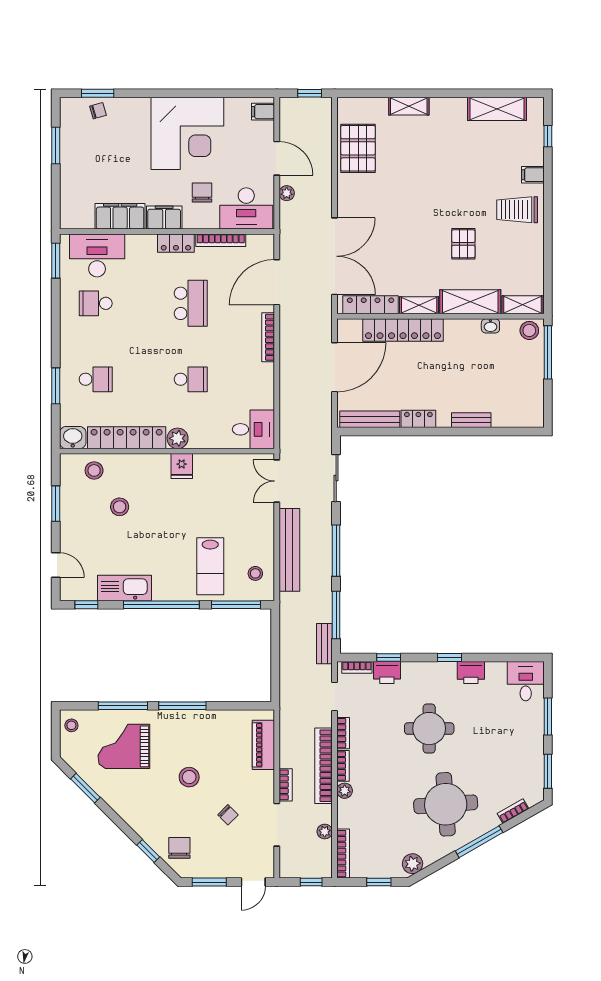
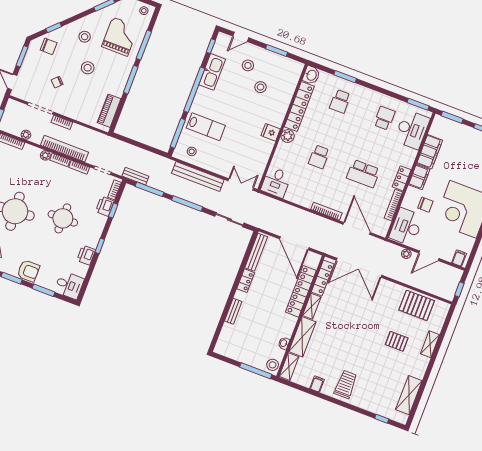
filing cabinet: (533, 175) -> (317, 384), moved
window: (56, 202) -> (452, 117), added
pallet: (463, 244) -> (397, 341), moved
stool: (94, 470) -> (248, 65), moved
lab bench: (210, 566) -> (206, 127), turned 180
piano: (263, 745) -> (109, 111), moved, turned -90
armchair: (528, 750) -> (28, 271), added
stool: (144, 799) -> (85, 37), added

